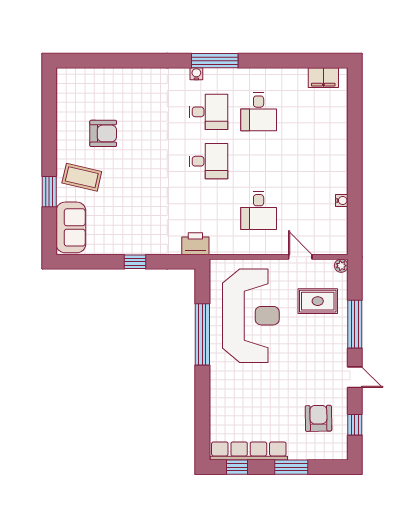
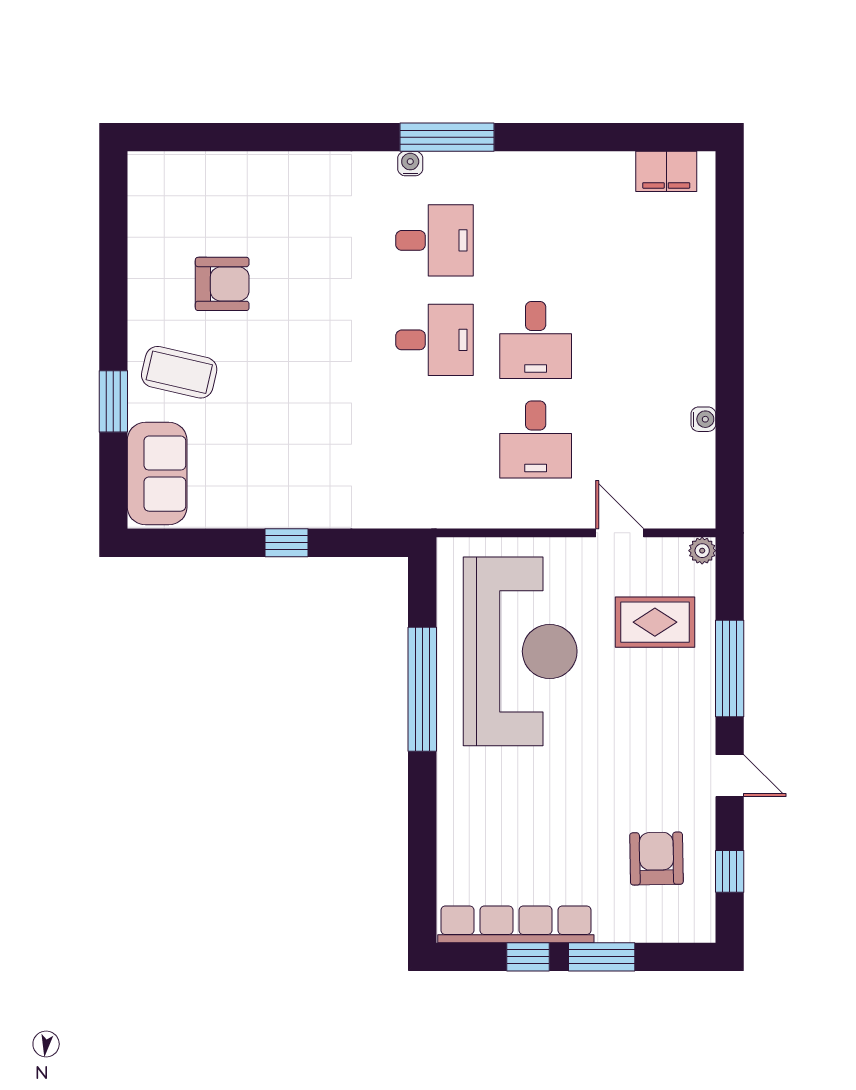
desk: (259, 112) -> (536, 340), moved
printer: (195, 244) -> (408, 506), removed
window: (237, 467) -> (528, 957), moved

